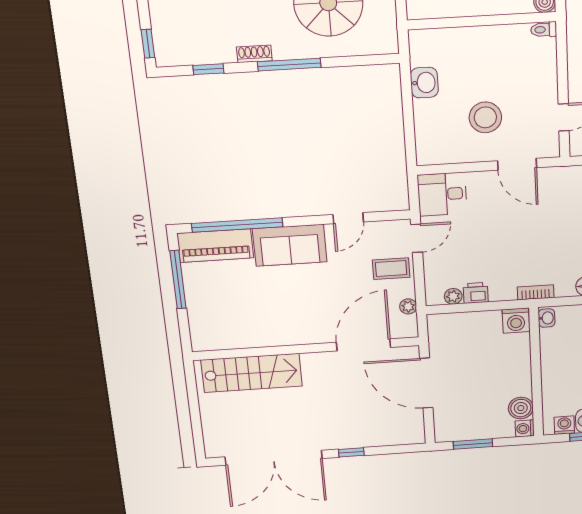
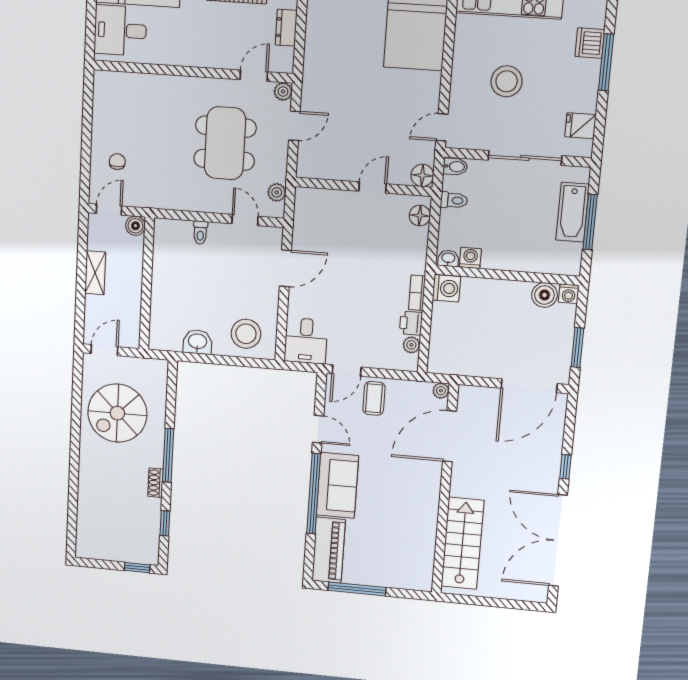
toilet: (544, 30) -> (200, 233), moved
stool: (485, 117) -> (246, 334), moved
window: (237, 225) -> (314, 494), moved
door: (417, 238) -> (347, 370), swing flipped
bookcase: (536, 292) -> (417, 293), moved
plant: (408, 306) -> (441, 391), moved
door: (364, 345) -> (450, 436), hinge flipped
door: (426, 383) -> (529, 386), moved
washing machine: (564, 425) -> (470, 258), moved, turned 90
double door: (274, 458) -> (558, 541), swing flipped

